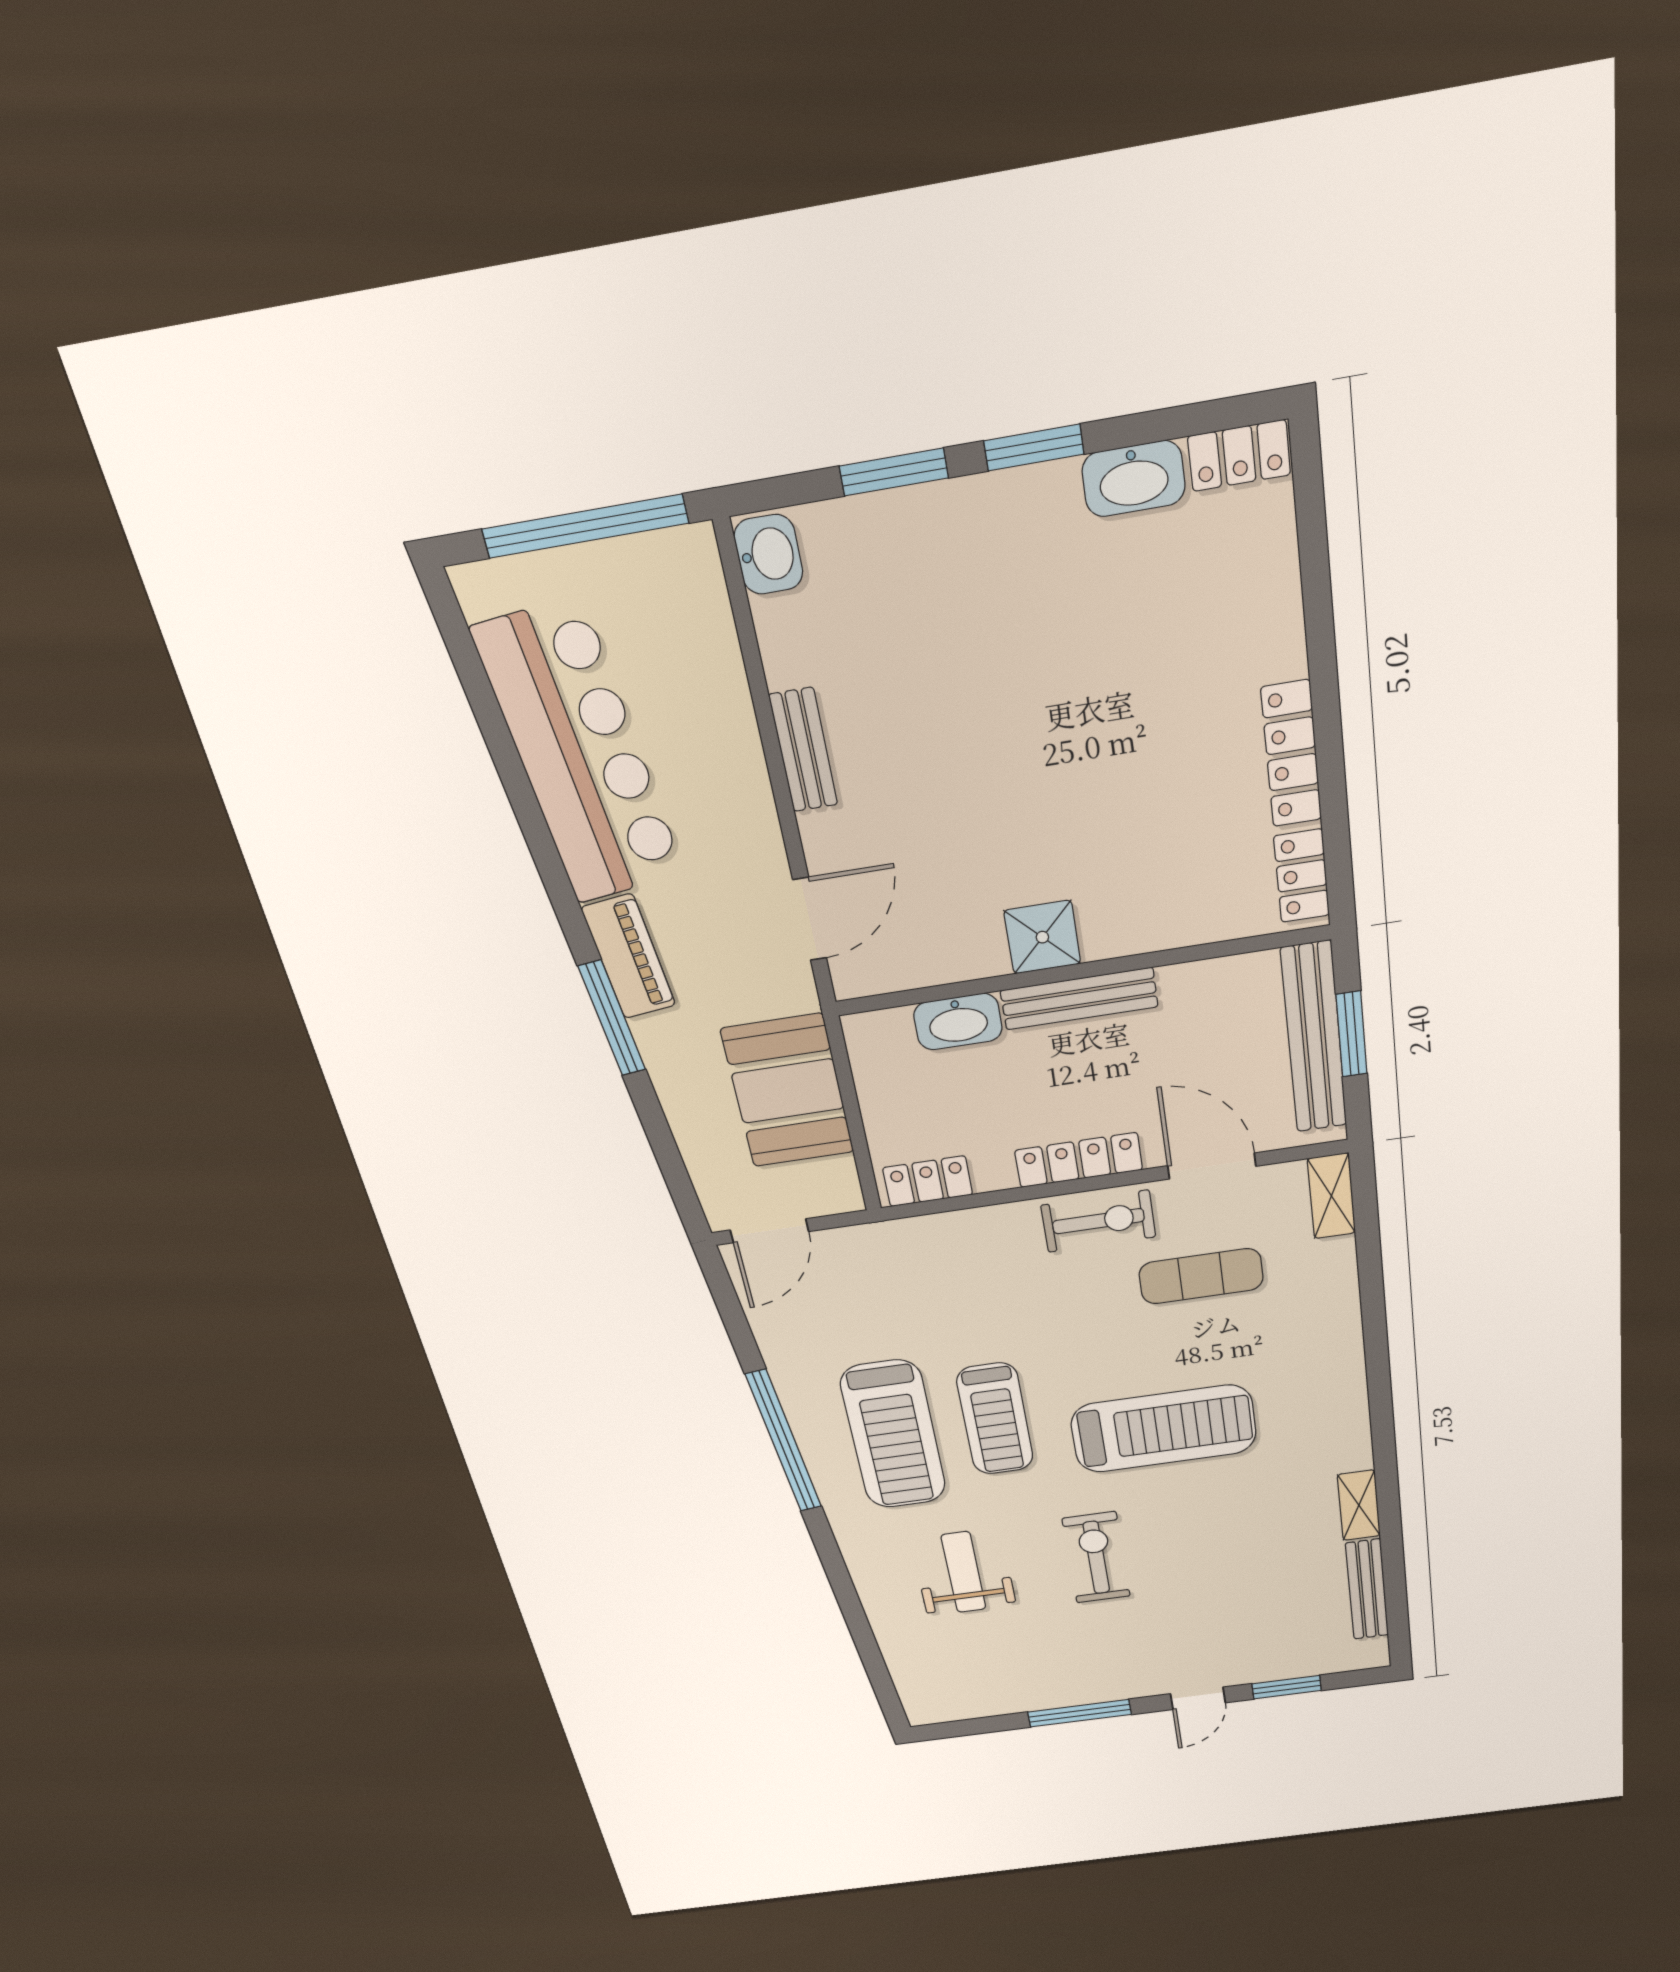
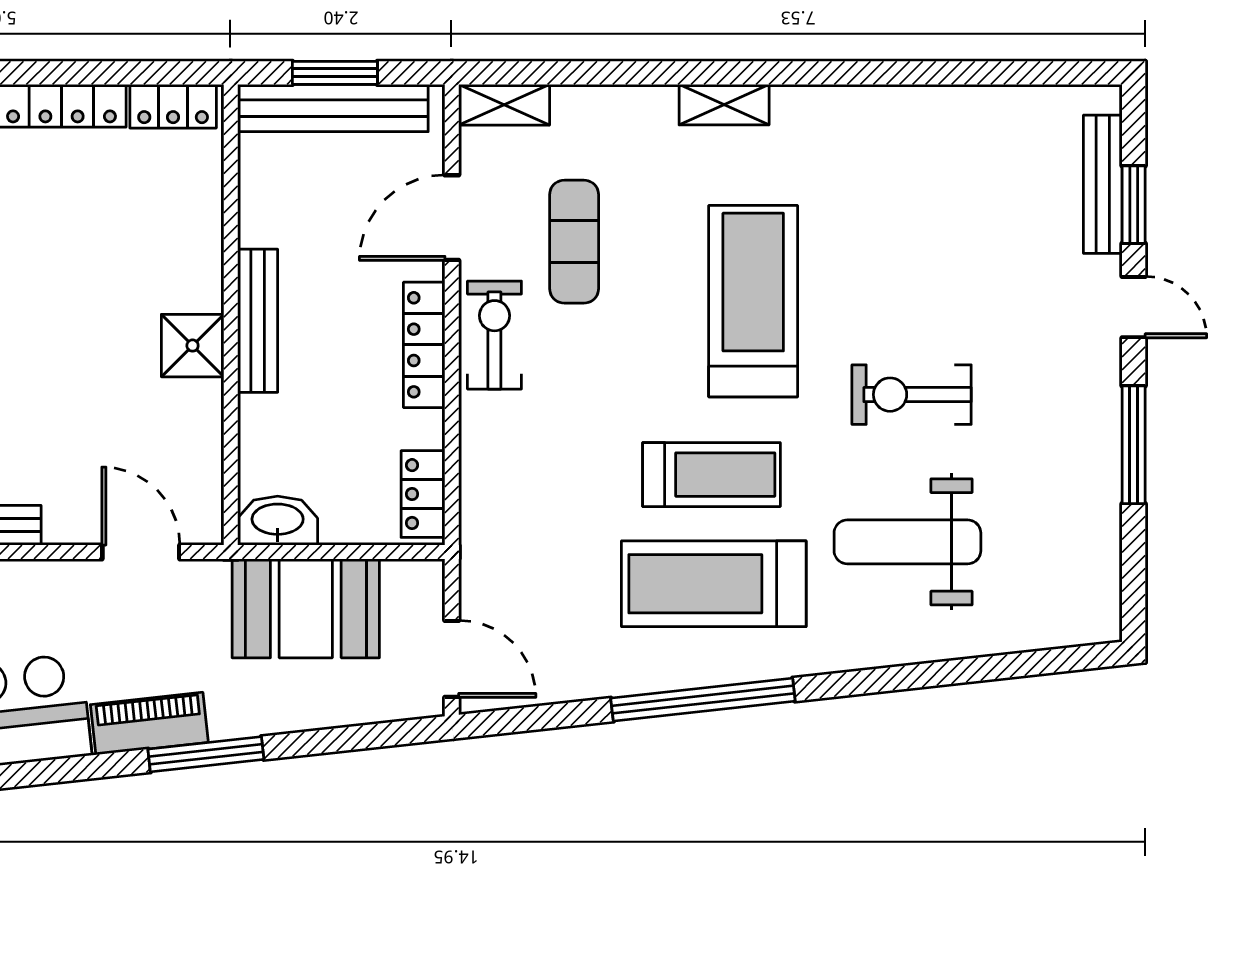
washbasin: (958, 1022) -> (278, 521), moved, turned -90
treadmill: (893, 1435) -> (714, 584), turned 180
shelving: (1359, 1505) -> (724, 105), moved
weight bench: (963, 1572) -> (907, 542), width x1.36, depth x1.33
bench: (1367, 1589) -> (1103, 184), moved, turned 90

